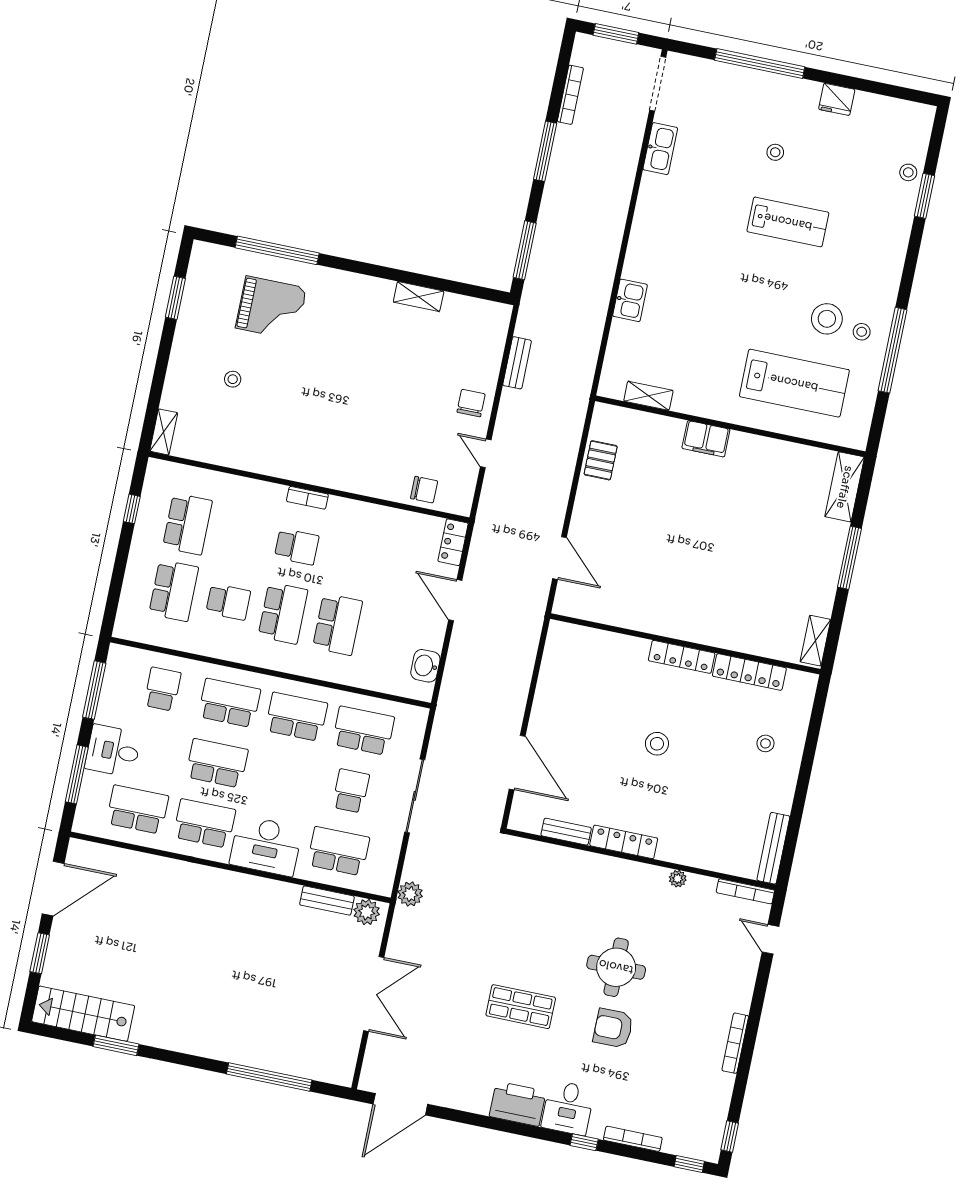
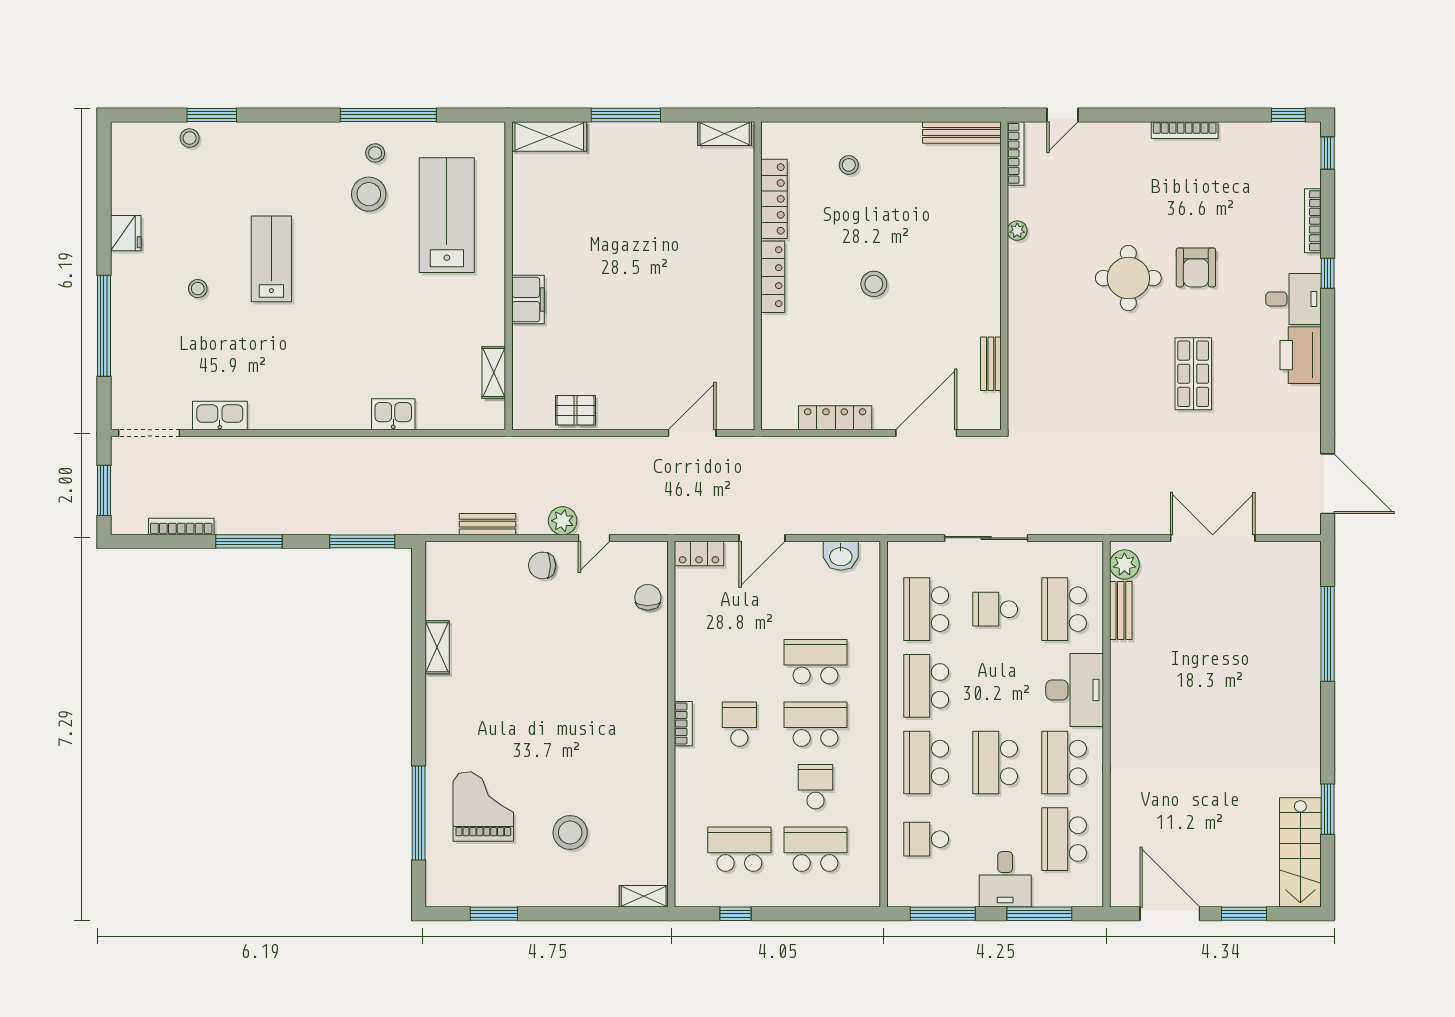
stool: (233, 379) -> (570, 832), width x1.89, depth x1.89
locker: (624, 842) -> (835, 418), moved, turned 90
plant: (410, 894) -> (563, 521), moved

